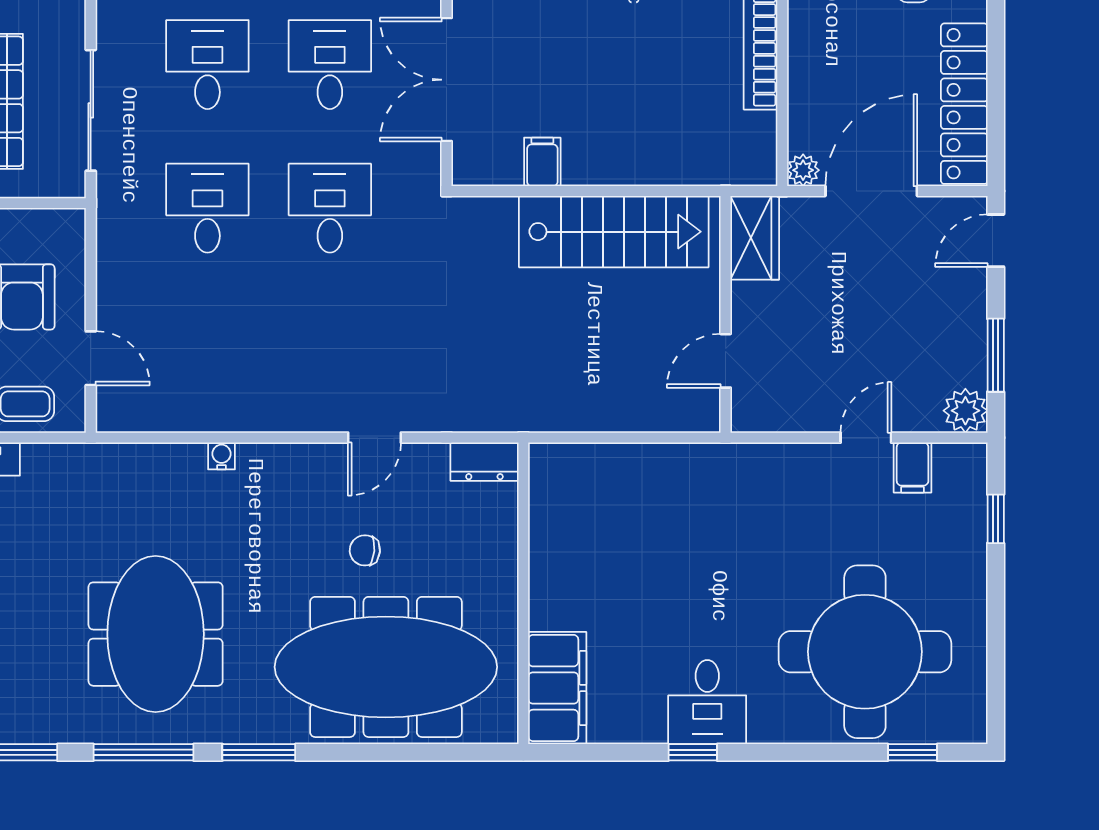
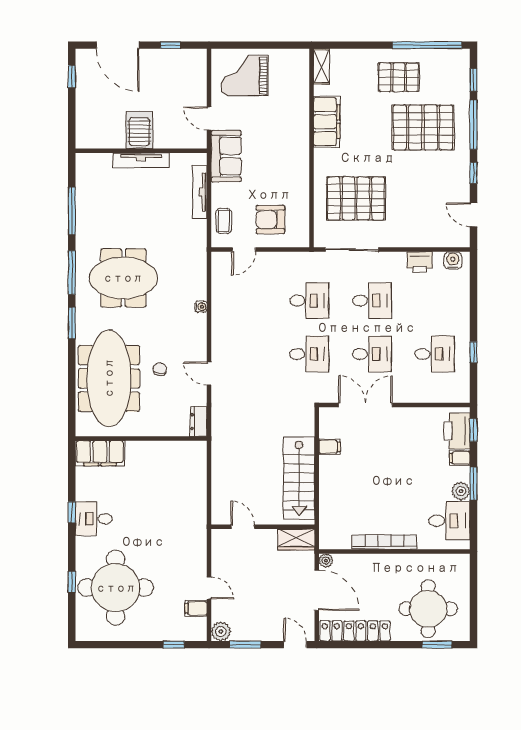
window: (912, 752) -> (72, 582), moved

